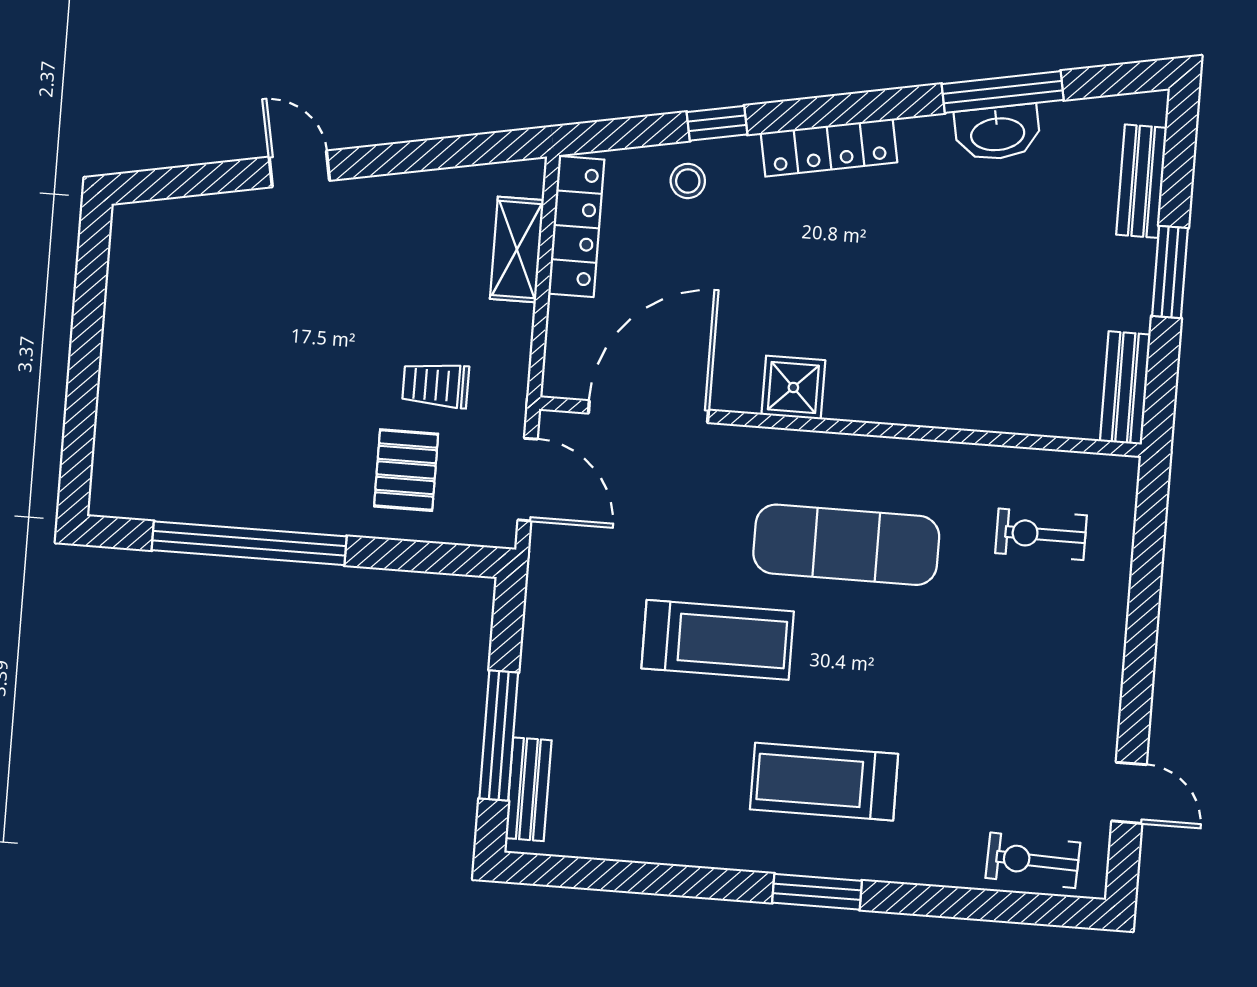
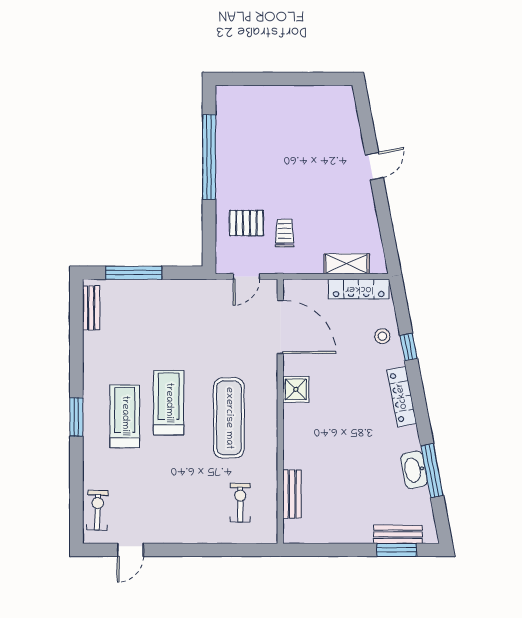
window: (1170, 272) -> (397, 550), moved
bench: (1125, 388) -> (292, 494), moved, turned 90
door: (528, 480) -> (246, 276), width x0.73
treadmill: (718, 640) -> (169, 403), moved, turned 180
bench: (528, 789) -> (91, 308), moved, turned 90

